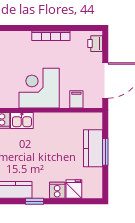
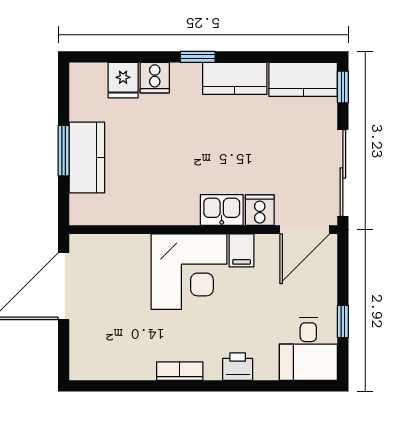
bookcase: (51, 36) -> (180, 371), width x0.64
printer: (95, 44) -> (238, 367), moved, turned -90
filing cabinet: (76, 99) -> (242, 250), moved

